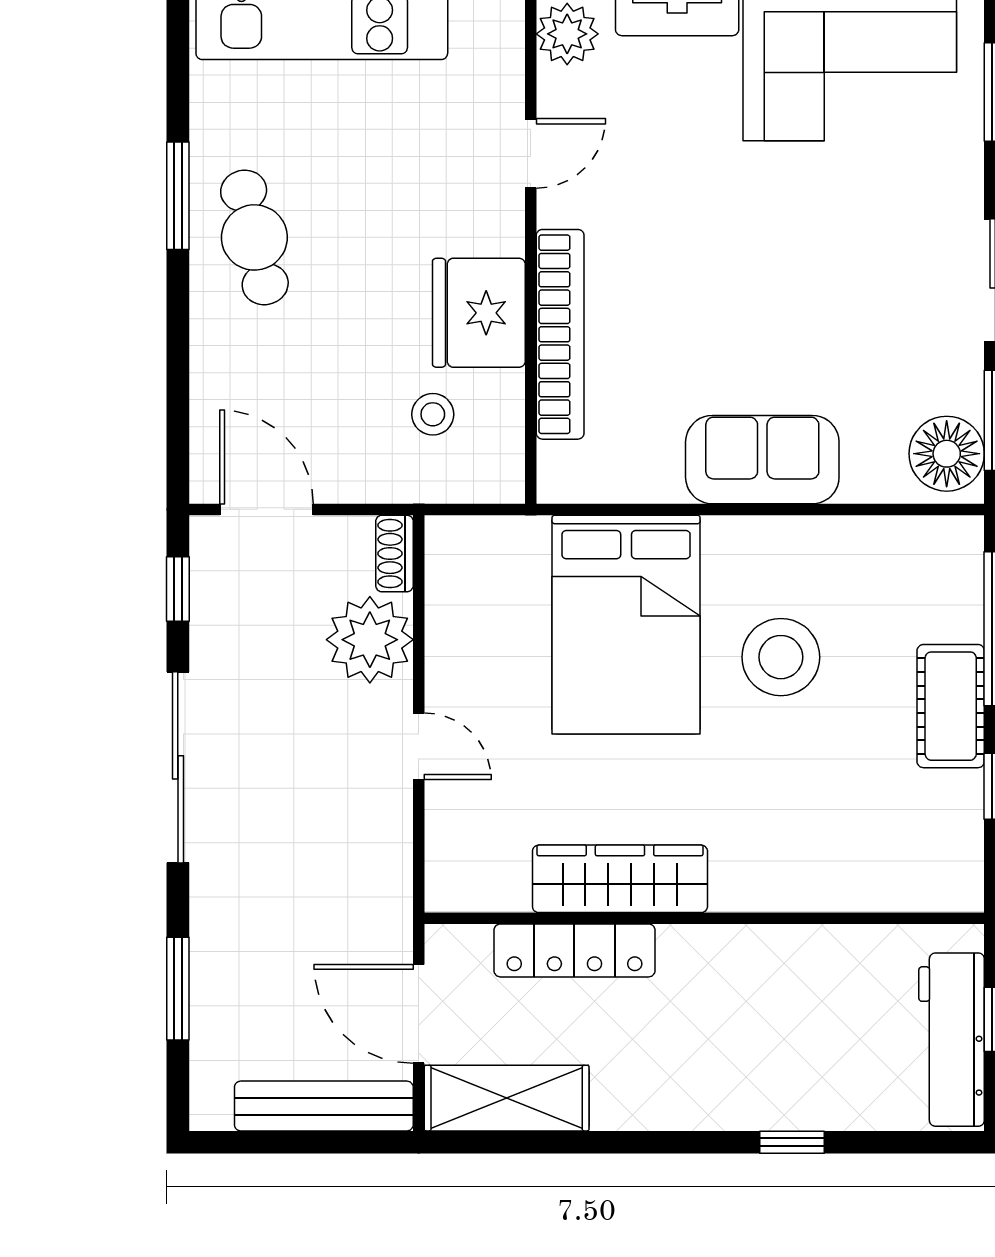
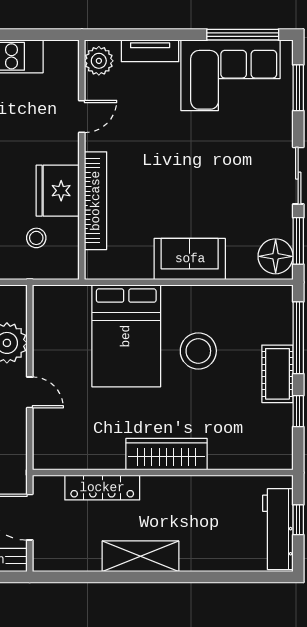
shoe rack: (394, 553) -> (18, 303), removed
wardrobe: (620, 879) -> (167, 454), moved
shelving: (507, 1098) -> (140, 556), moved
window: (792, 1142) -> (204, 577), removed

